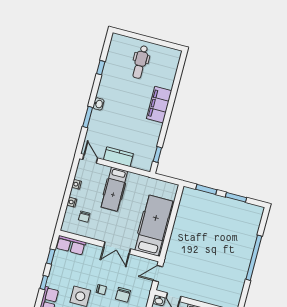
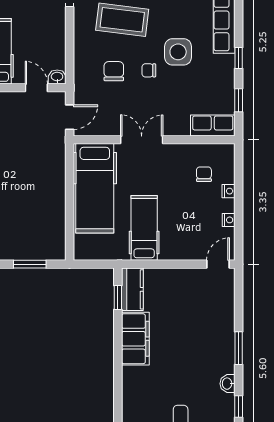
washbasin: (98, 104) -> (227, 384), moved
filing cabinet: (159, 105) -> (135, 339), moved
window: (88, 117) -> (239, 348), moved
kitchen counter: (118, 157) -> (132, 289), moved, turned -90
door: (90, 159) -> (218, 264), swing flipped
hospital bed: (114, 189) -> (144, 228), moved

